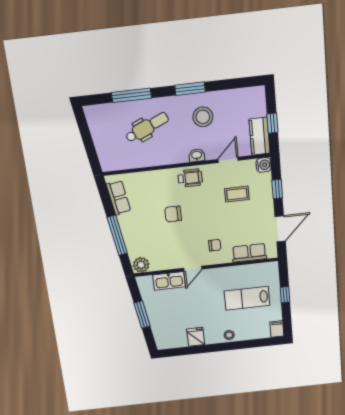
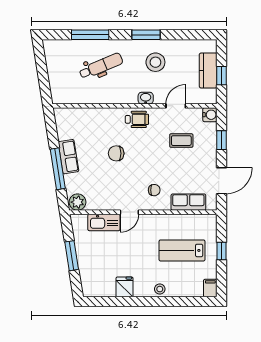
kitchen counter: (260, 136) -> (208, 70), moved
row of seats: (119, 198) -> (68, 157), moved

